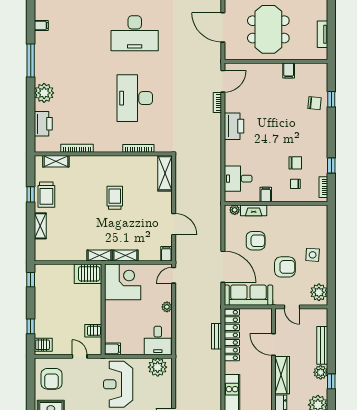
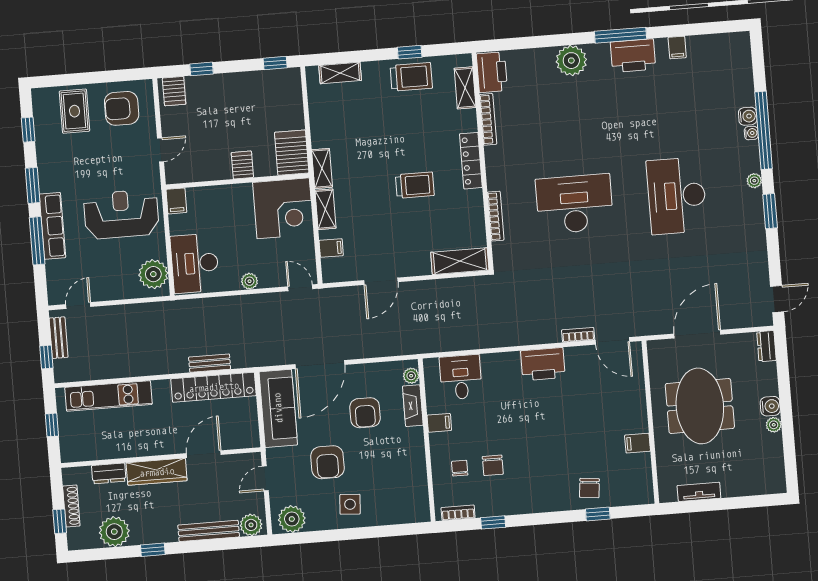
meeting table: (268, 29) -> (700, 406), turned 90
printer: (44, 54) -> (633, 56), added
printer: (43, 124) -> (492, 72), moved, turned -90
locker: (102, 161) -> (471, 161), added
trolley: (46, 195) -> (411, 77), turned 180
shelving: (40, 226) -> (340, 73), moved
filing cabinet: (166, 254) -> (331, 248), moved
server rack: (93, 331) -> (242, 165), moved
desk: (158, 340) -> (195, 263), width x1.37
plant: (321, 372) -> (251, 525), moved

